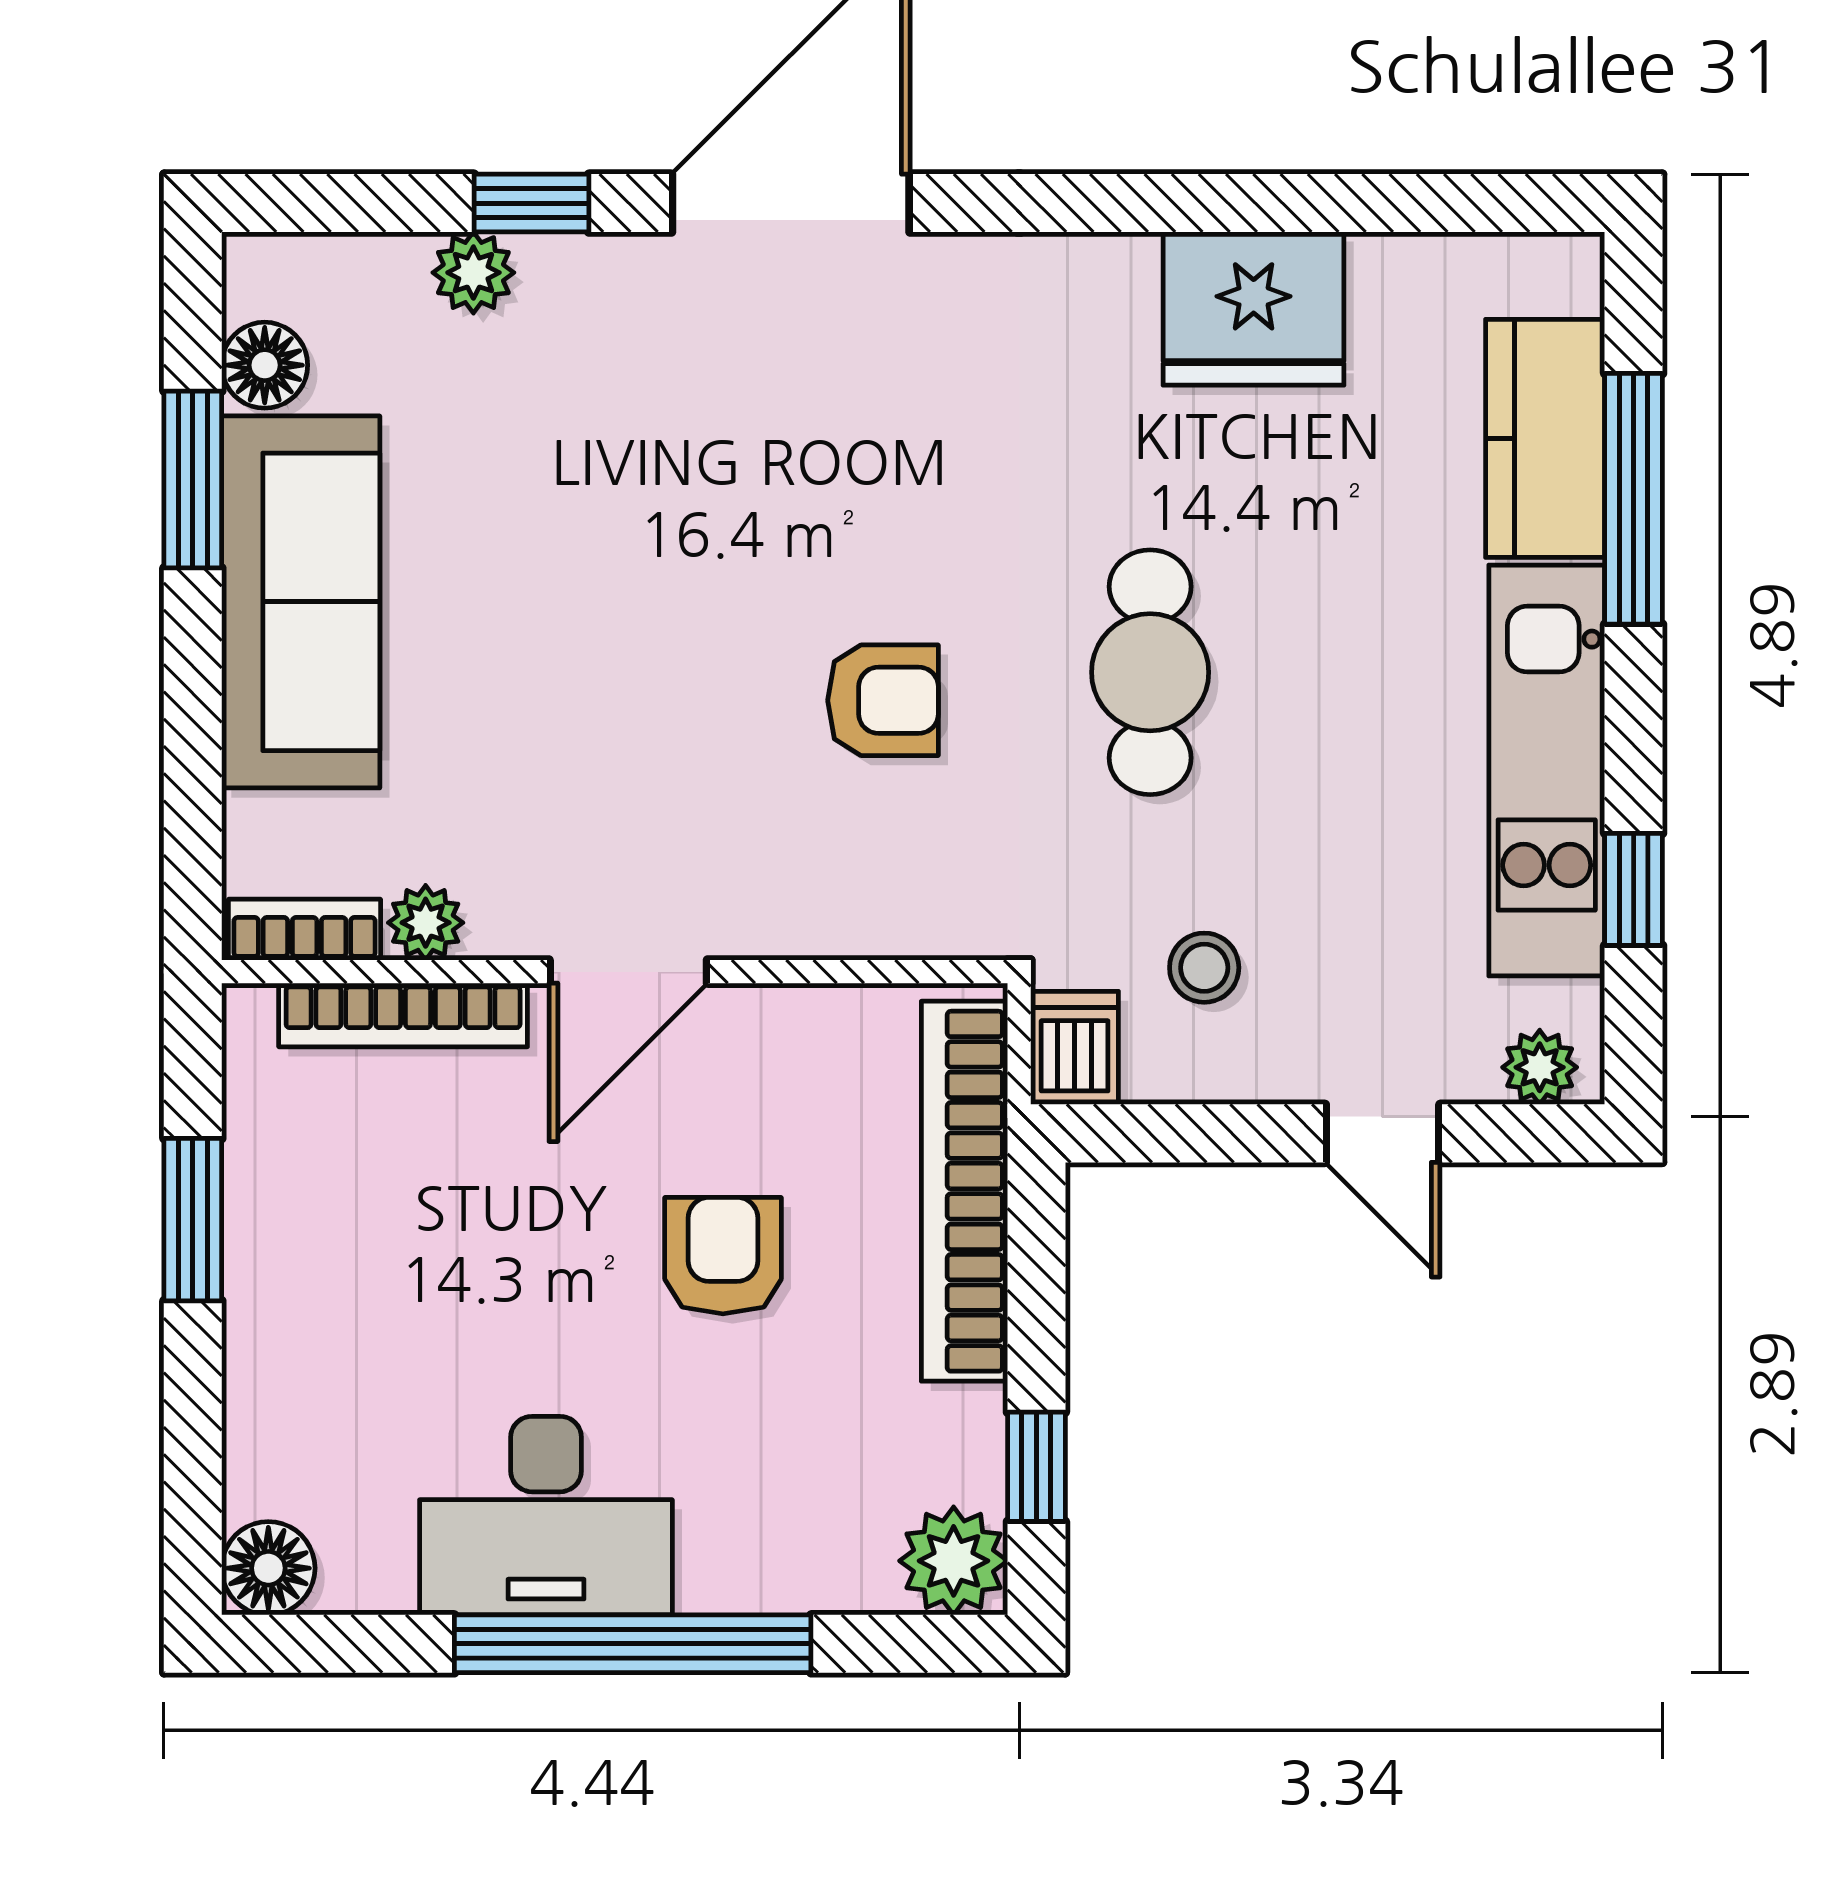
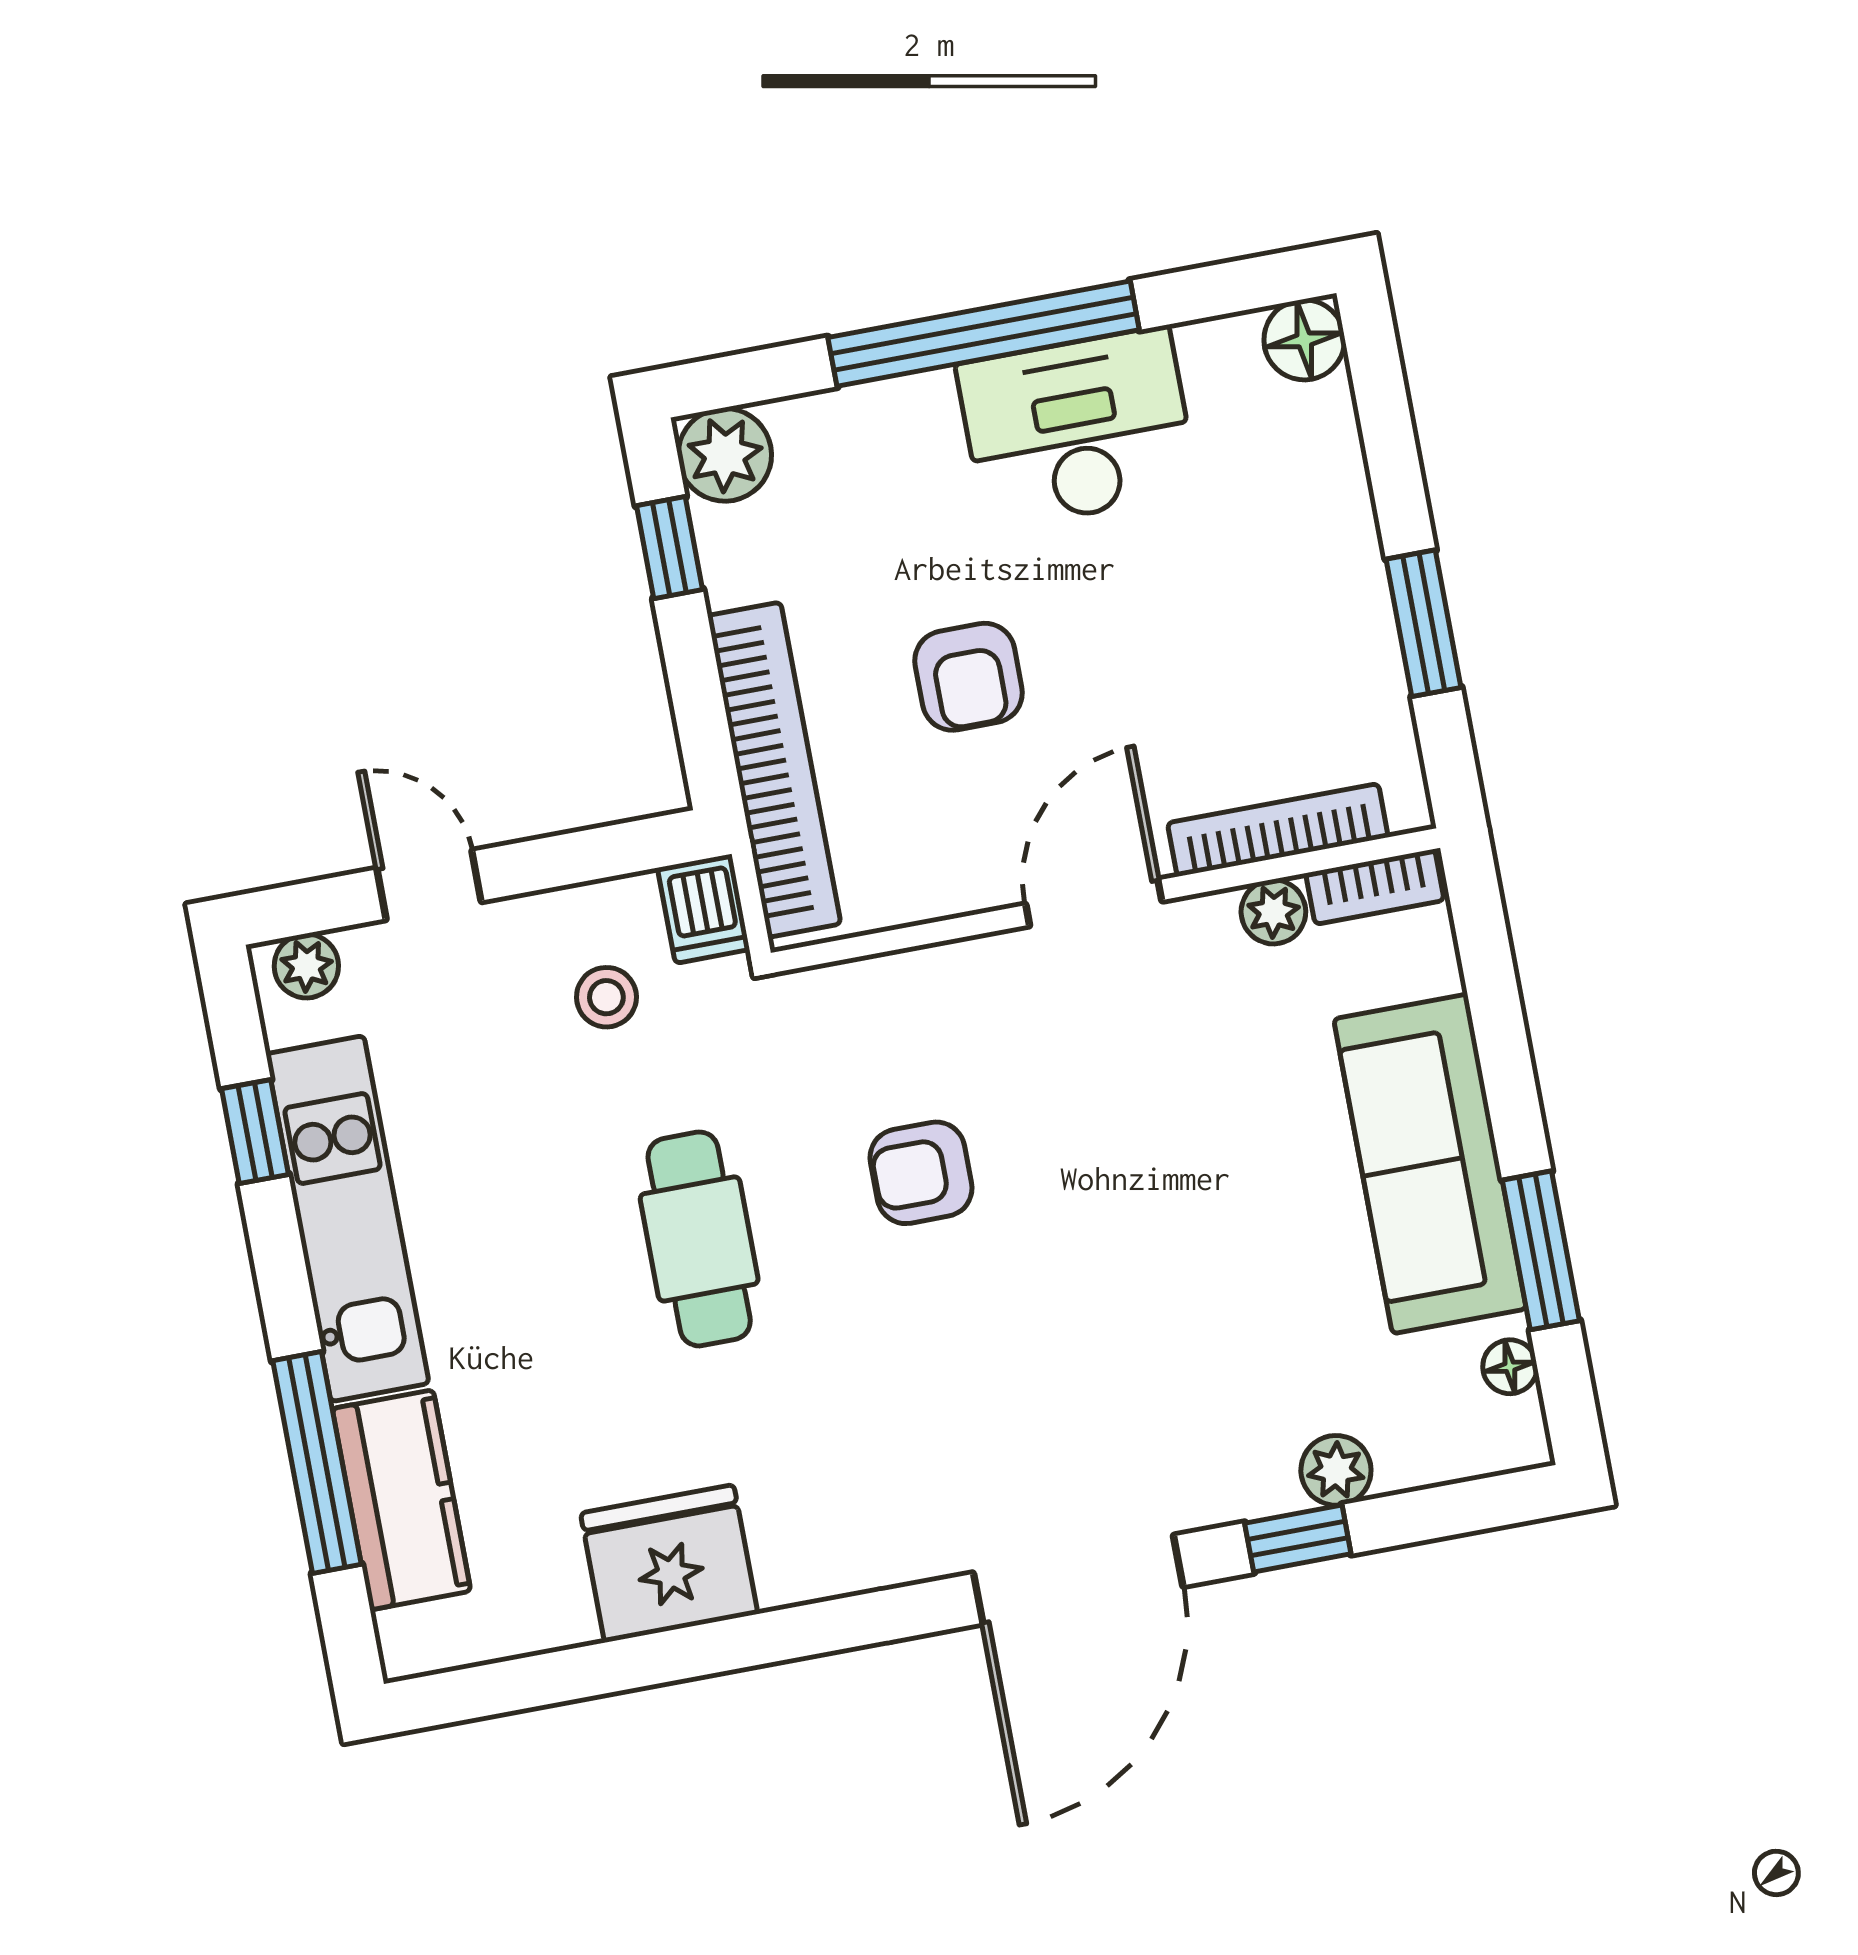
floor lamp: (265, 365) -> (1510, 1367), width x0.73, depth x0.73

